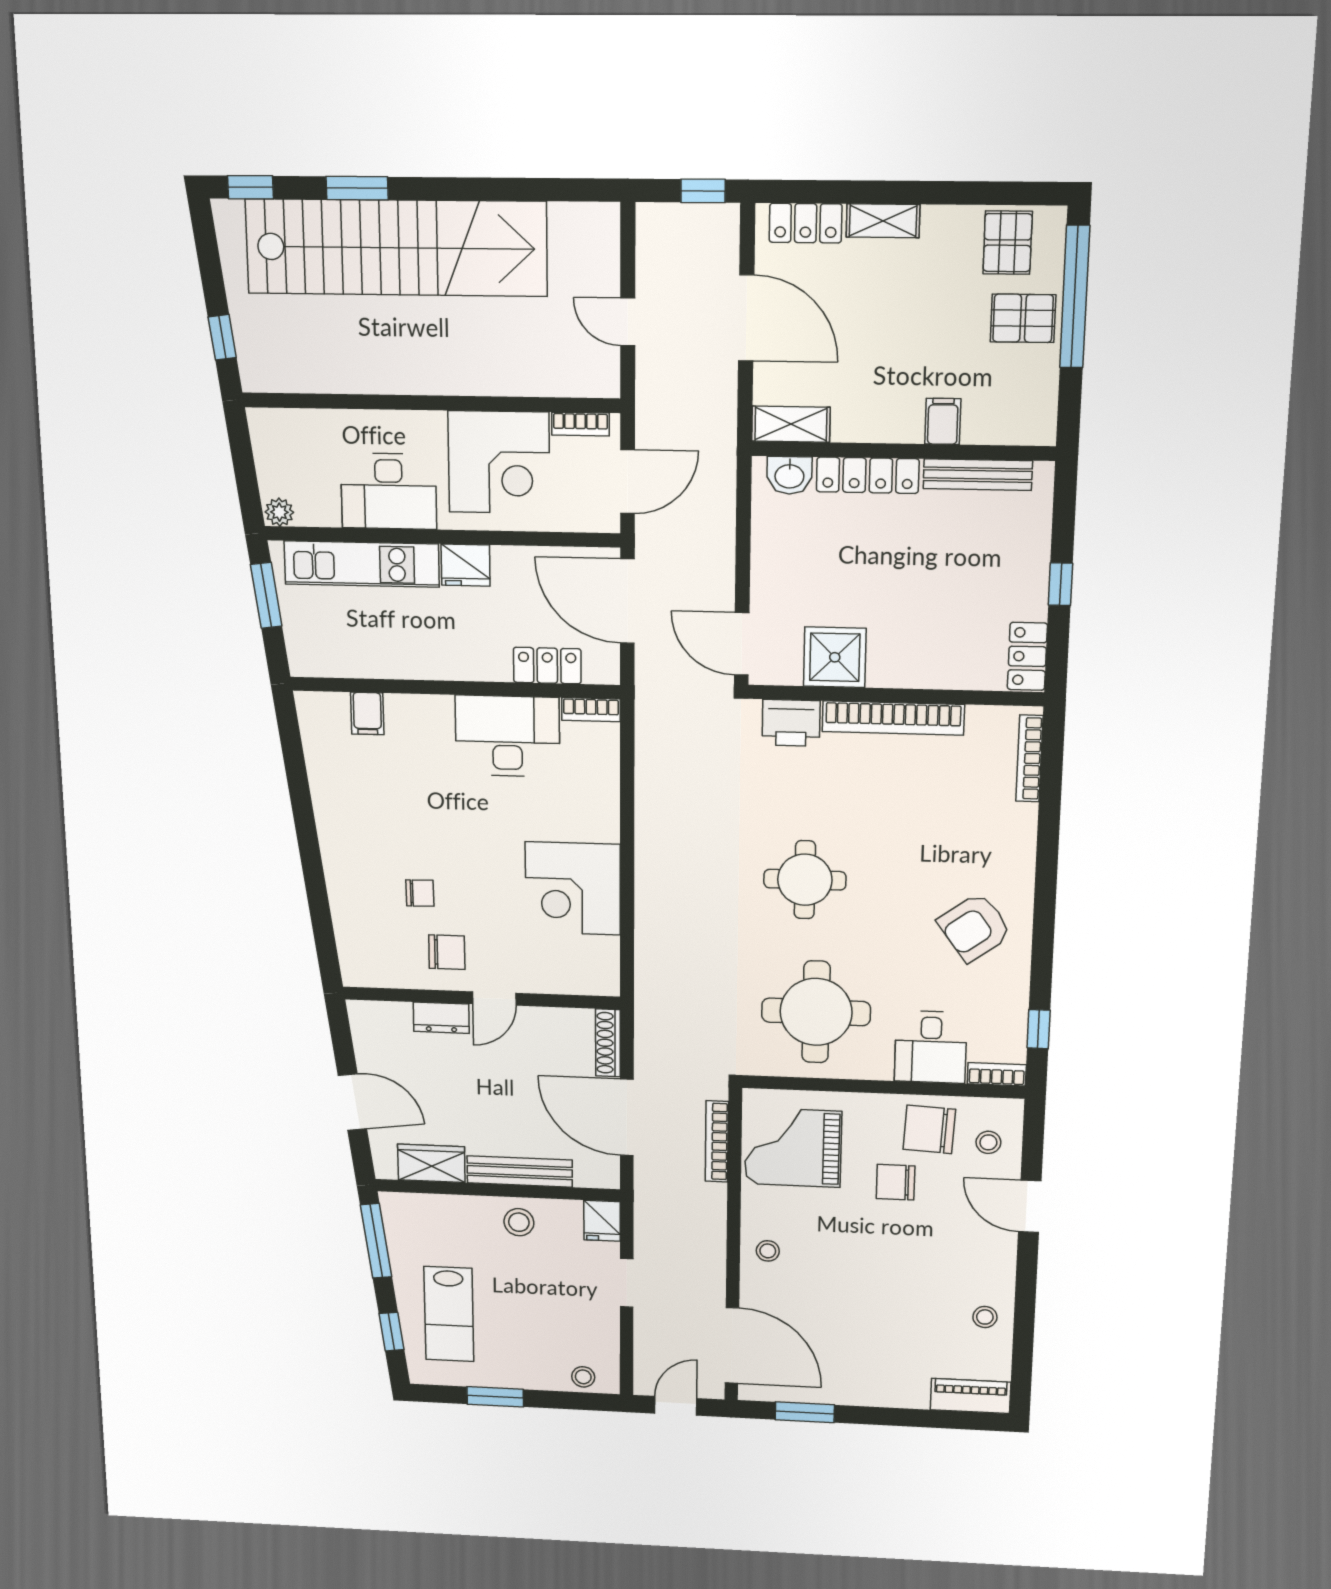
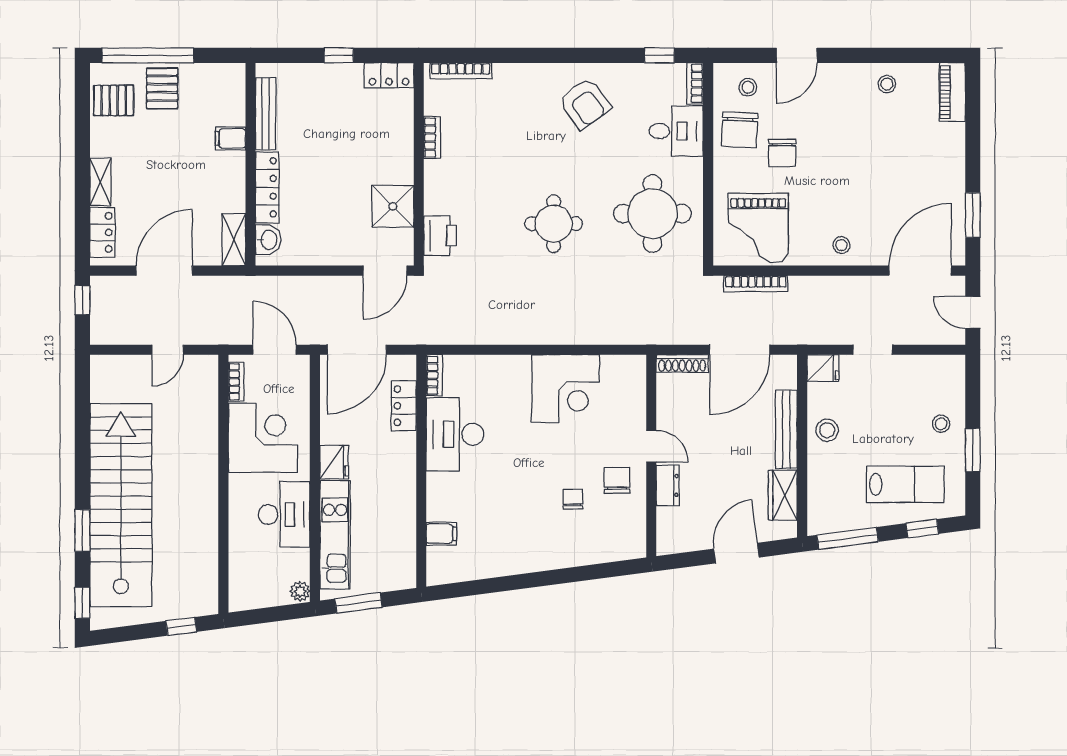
bookcase: (893, 718) -> (432, 138), width x0.43, depth x0.76
stool: (583, 1377) -> (941, 424), moved

